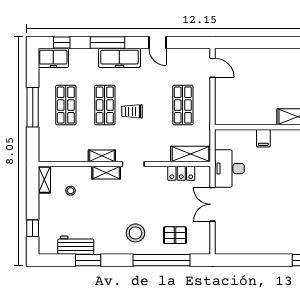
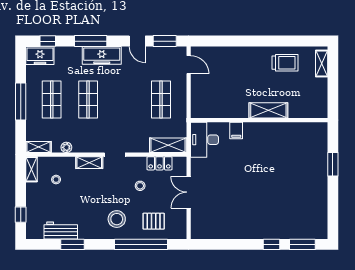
window: (187, 43) -> (165, 41), added
trolley: (132, 111) -> (114, 105), removed
plant: (82, 156) -> (66, 147), added
shelving: (102, 156) -> (39, 147), moved
desk: (229, 169) -> (205, 140), moved
stool: (160, 197) -> (140, 186), added

